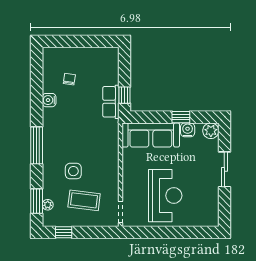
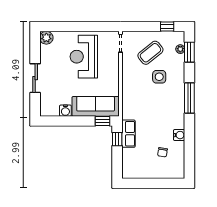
window: (181, 117) -> (102, 121), moved
plant: (211, 131) -> (46, 38), moved
coffee table: (84, 200) -> (150, 53), turned -46

